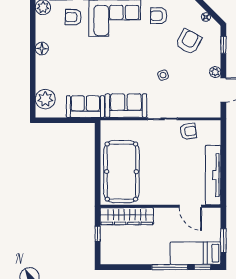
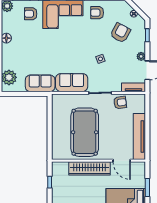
tv unit: (206, 112) -> (133, 87), added
pool table: (121, 172) -> (85, 132), moved
wardrobe: (127, 216) -> (89, 168), moved

